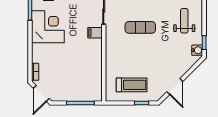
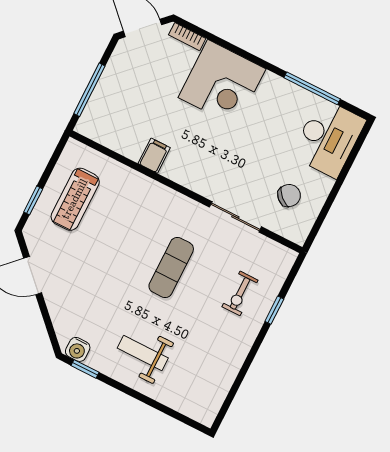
weight bench: (184, 21) -> (143, 353), turned 180
corner desk: (48, 27) -> (222, 83), moved
filing cabinet: (95, 33) -> (154, 156), moved

